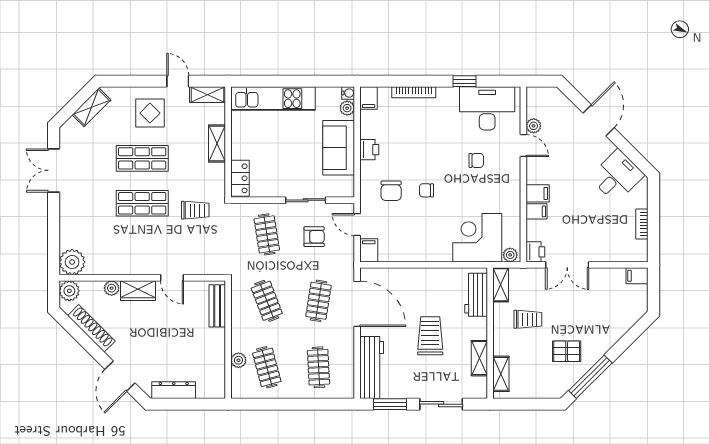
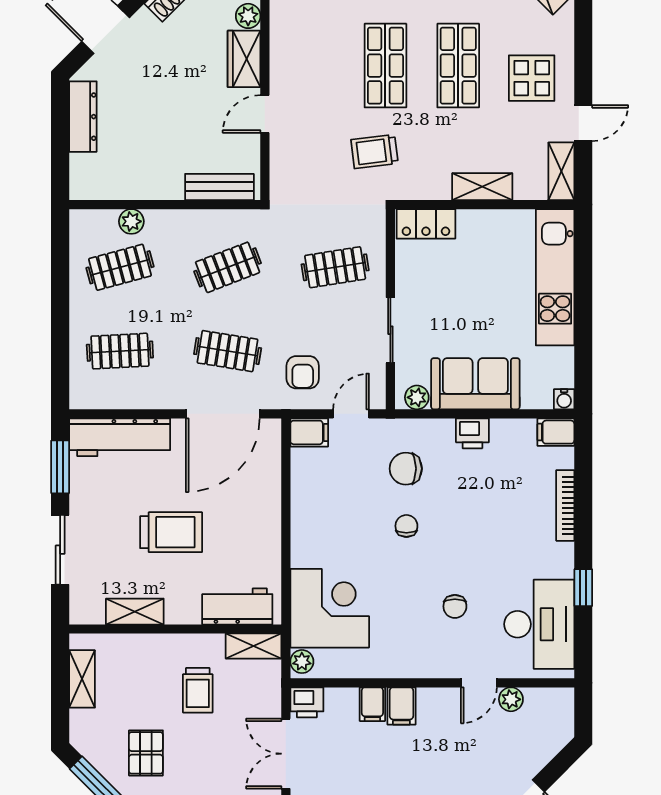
plant: (347, 108) -> (417, 397), moved
trolley: (195, 210) -> (374, 151), turned 83
armchair: (314, 237) -> (303, 372), moved
shelving: (501, 374) -> (82, 679), moved, turned 90

